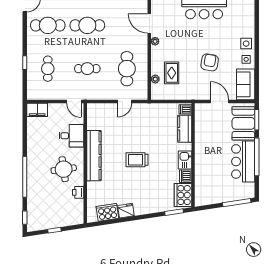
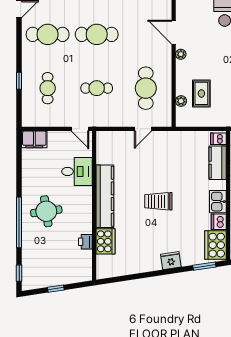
round table: (64, 169) -> (46, 211), moved
fridge: (126, 211) -> (171, 261), moved
cooker: (107, 212) -> (105, 241), moved, turned 99

